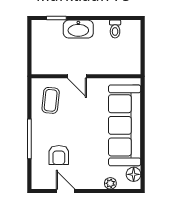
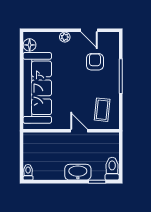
toilet: (115, 29) -> (28, 172), moved
toilet: (39, 33) -> (112, 169), added
plant: (110, 183) -> (65, 37), moved

